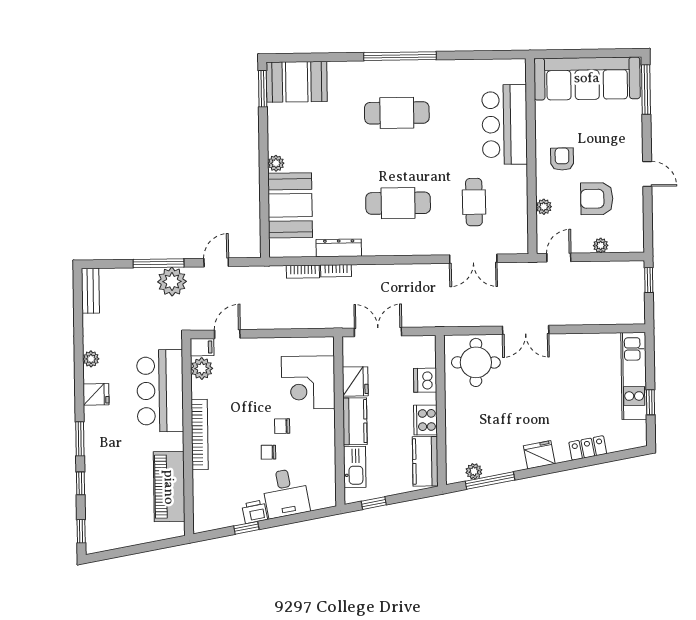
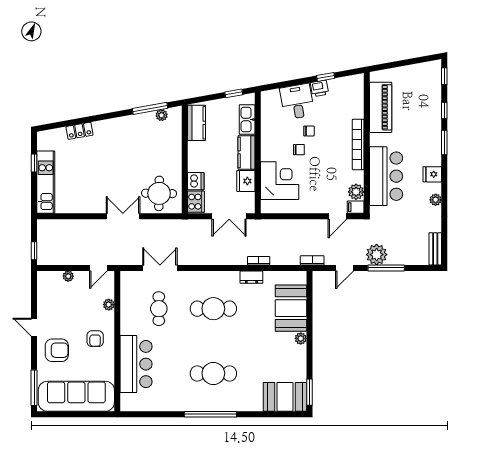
armchair: (597, 199) -> (57, 350), moved
dresser: (339, 248) -> (251, 277), width x0.70
bookcase: (303, 272) -> (312, 260), moved
cooker: (425, 420) -> (196, 202), moved
fridge: (539, 455) -> (114, 126), removed

